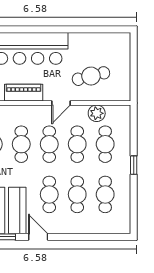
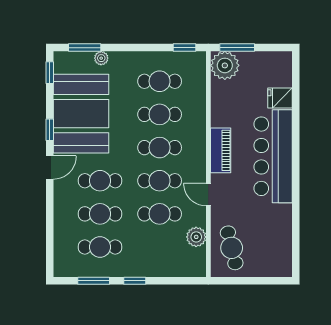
cafe table: (91, 76) -> (232, 248), moved
cafe table: (105, 144) -> (160, 247), removed
window: (134, 200) -> (94, 281), added

